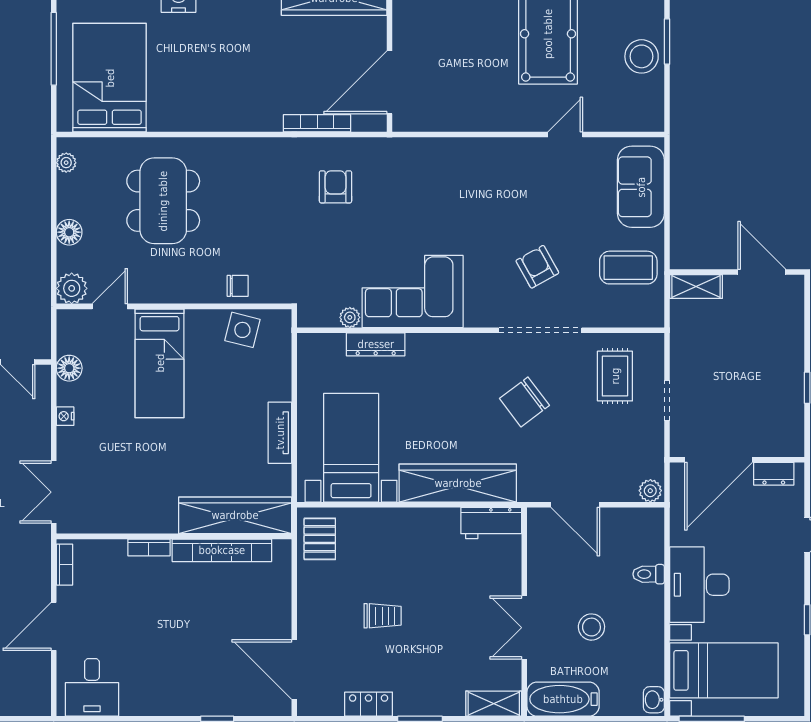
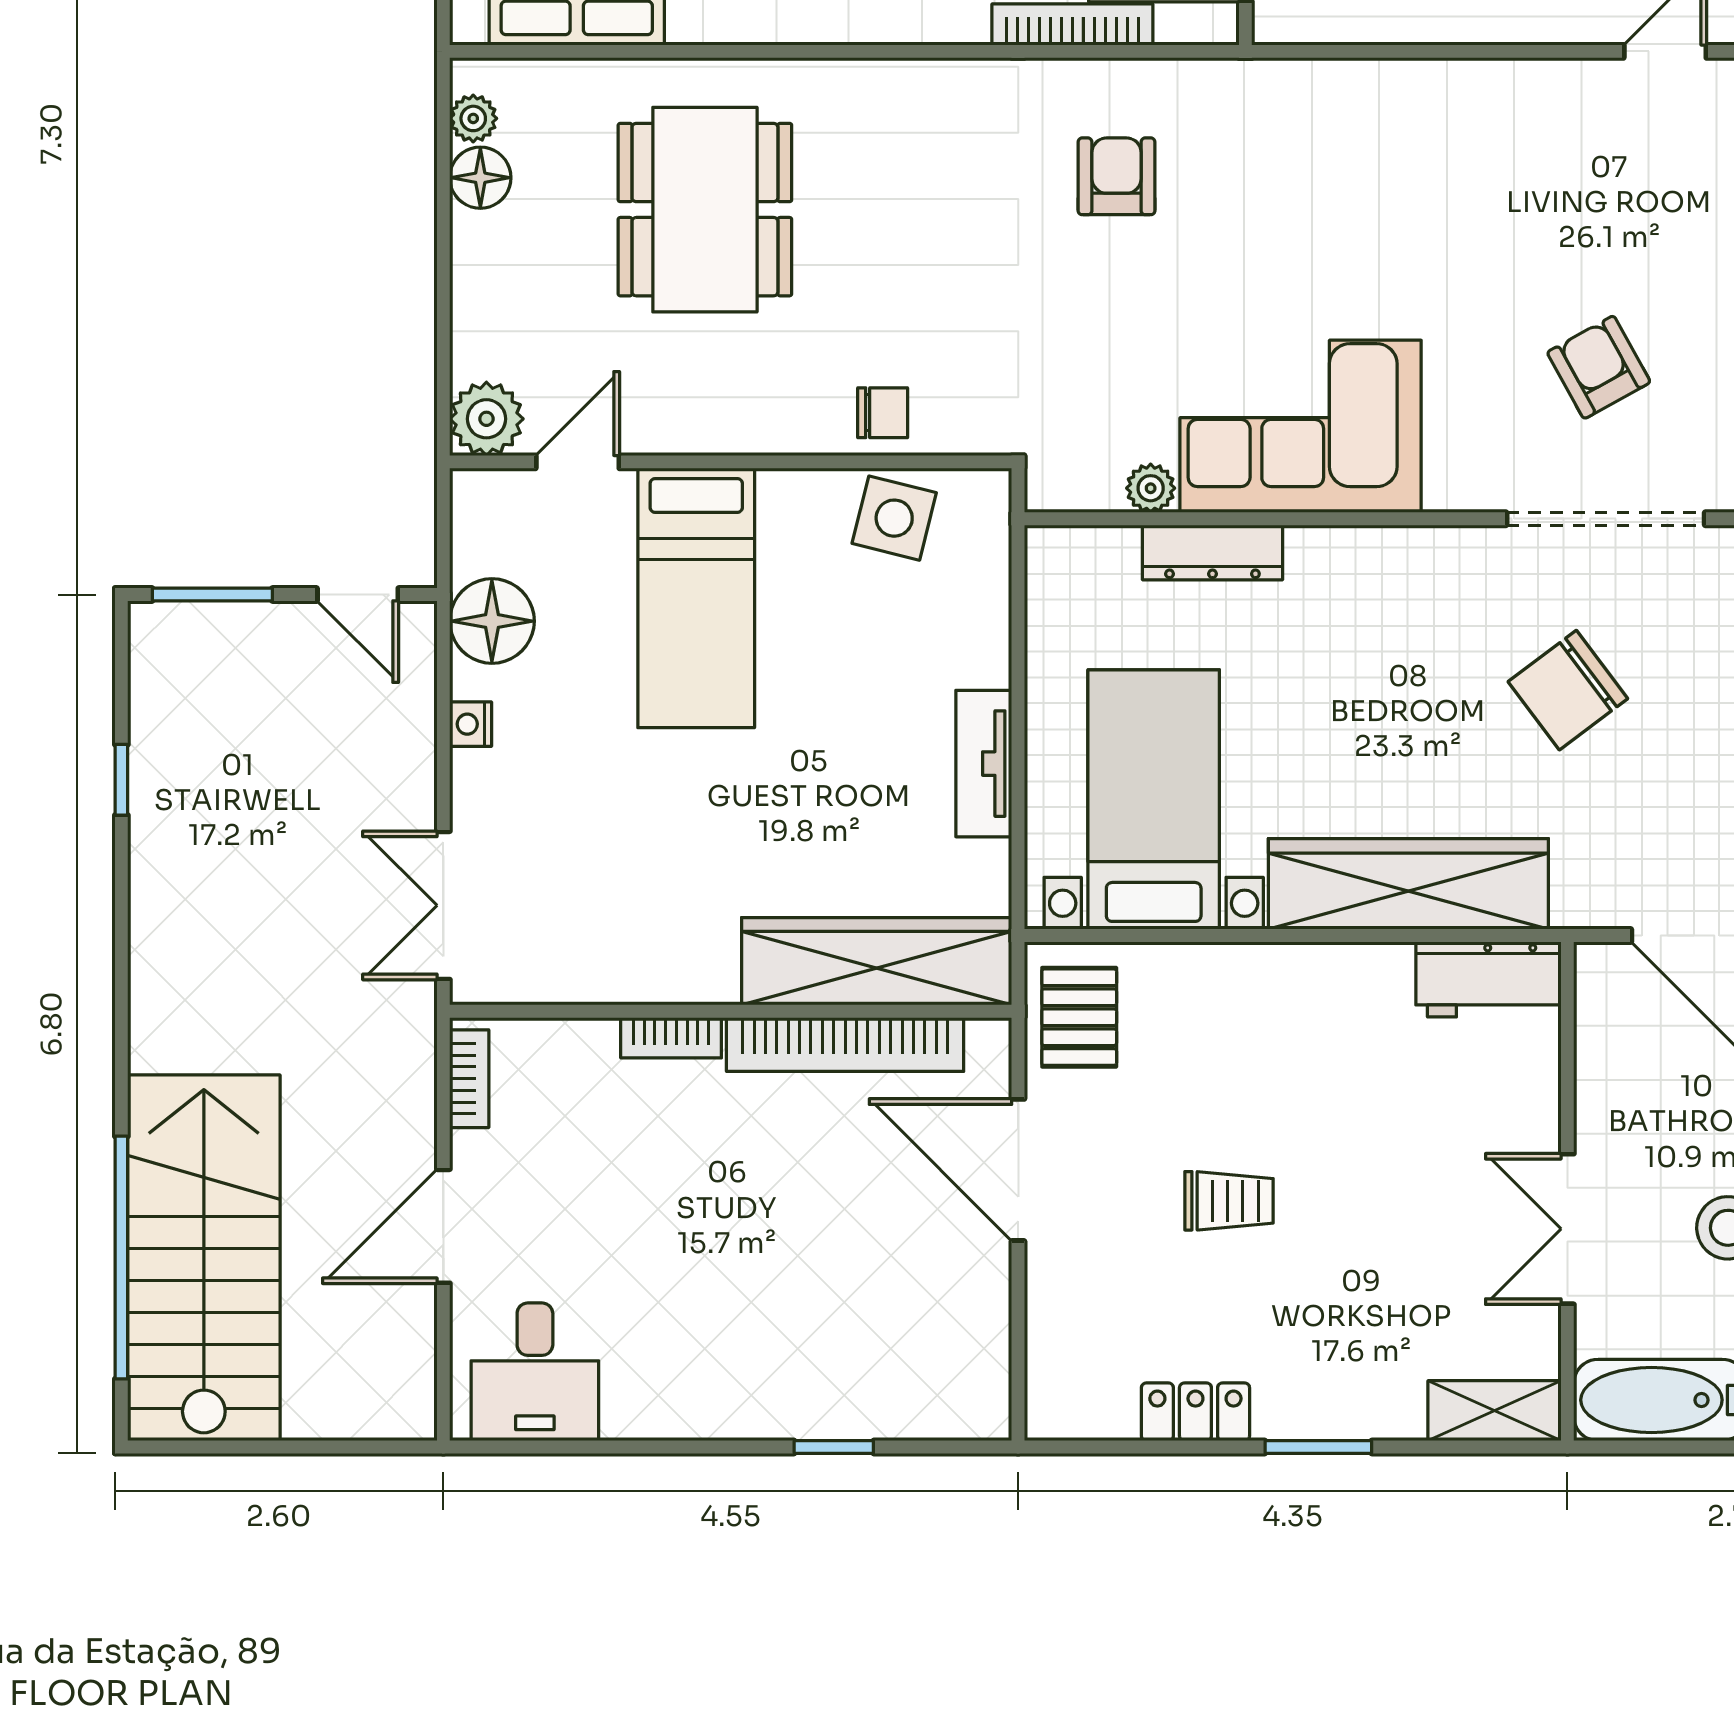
floor lamp: (69, 232) -> (480, 178), moved
floor lamp: (69, 368) -> (492, 621), width x1.38, depth x1.38
door: (294, 669) -> (1018, 1170), moved

